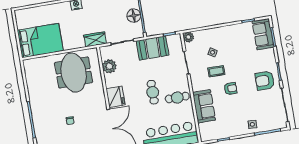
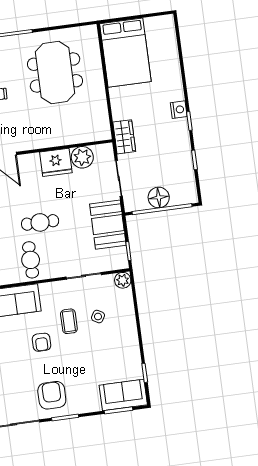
meeting table: (74, 73) -> (55, 73), moved, turned 90
fridge: (116, 97) -> (56, 162), moved

